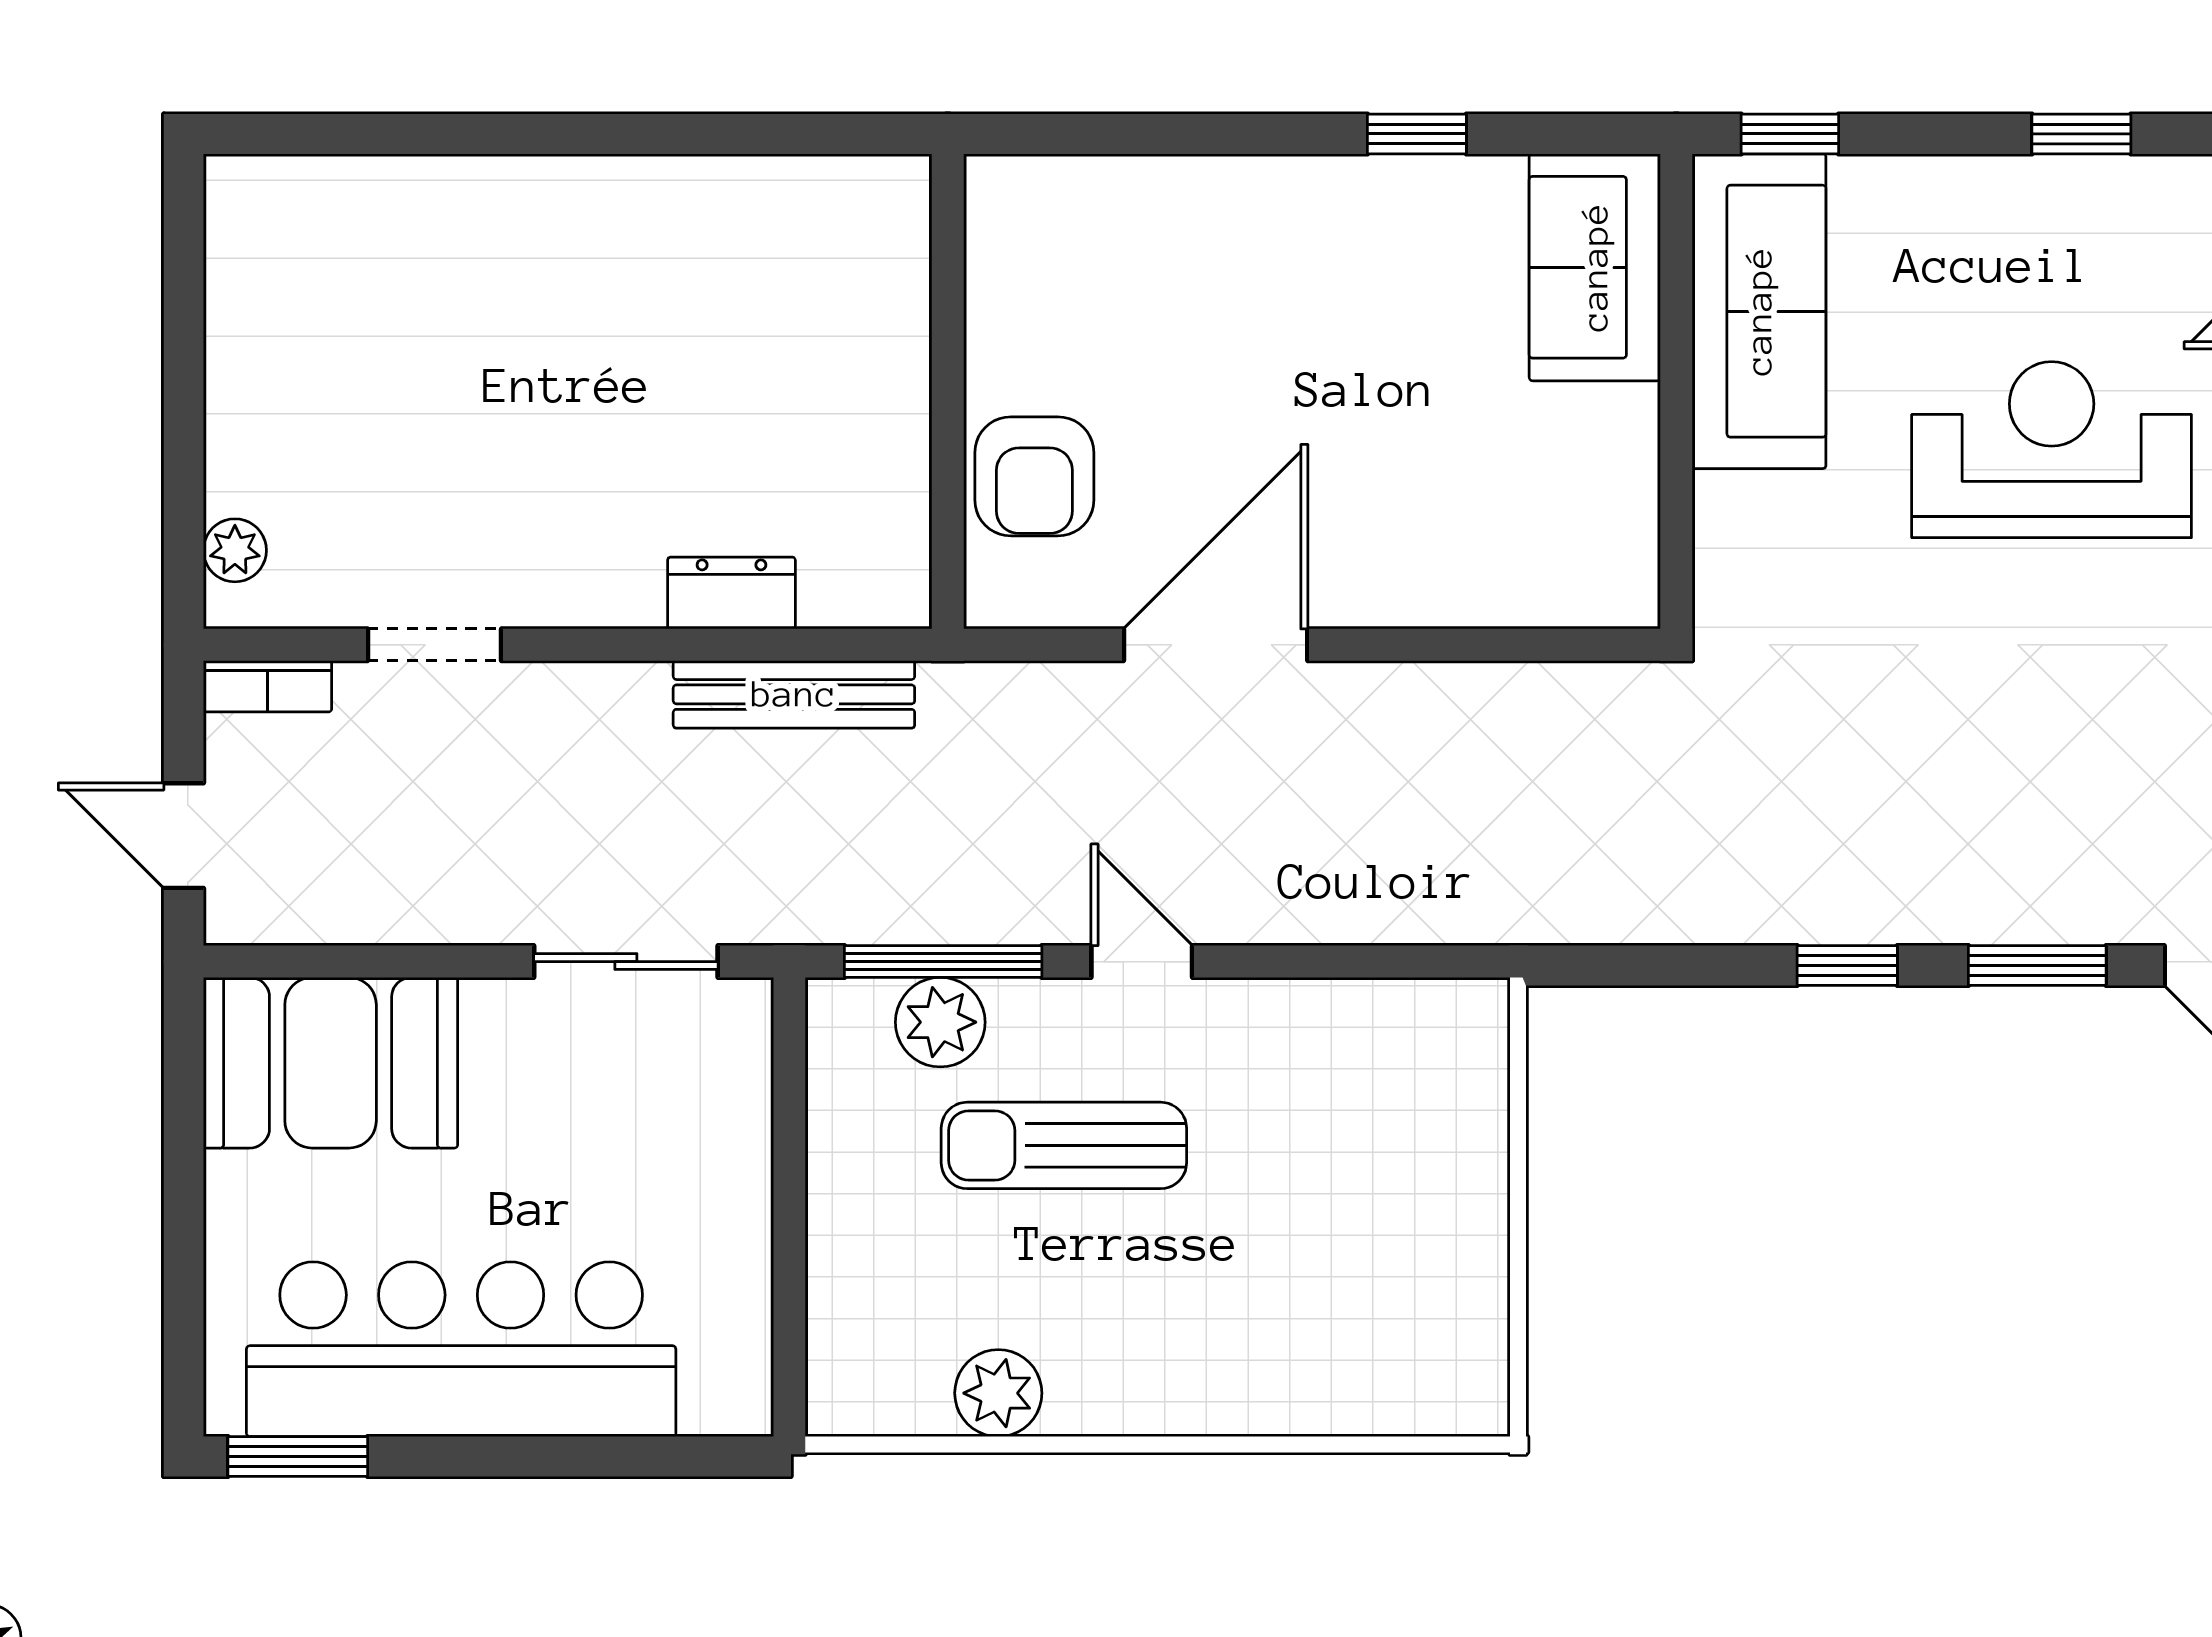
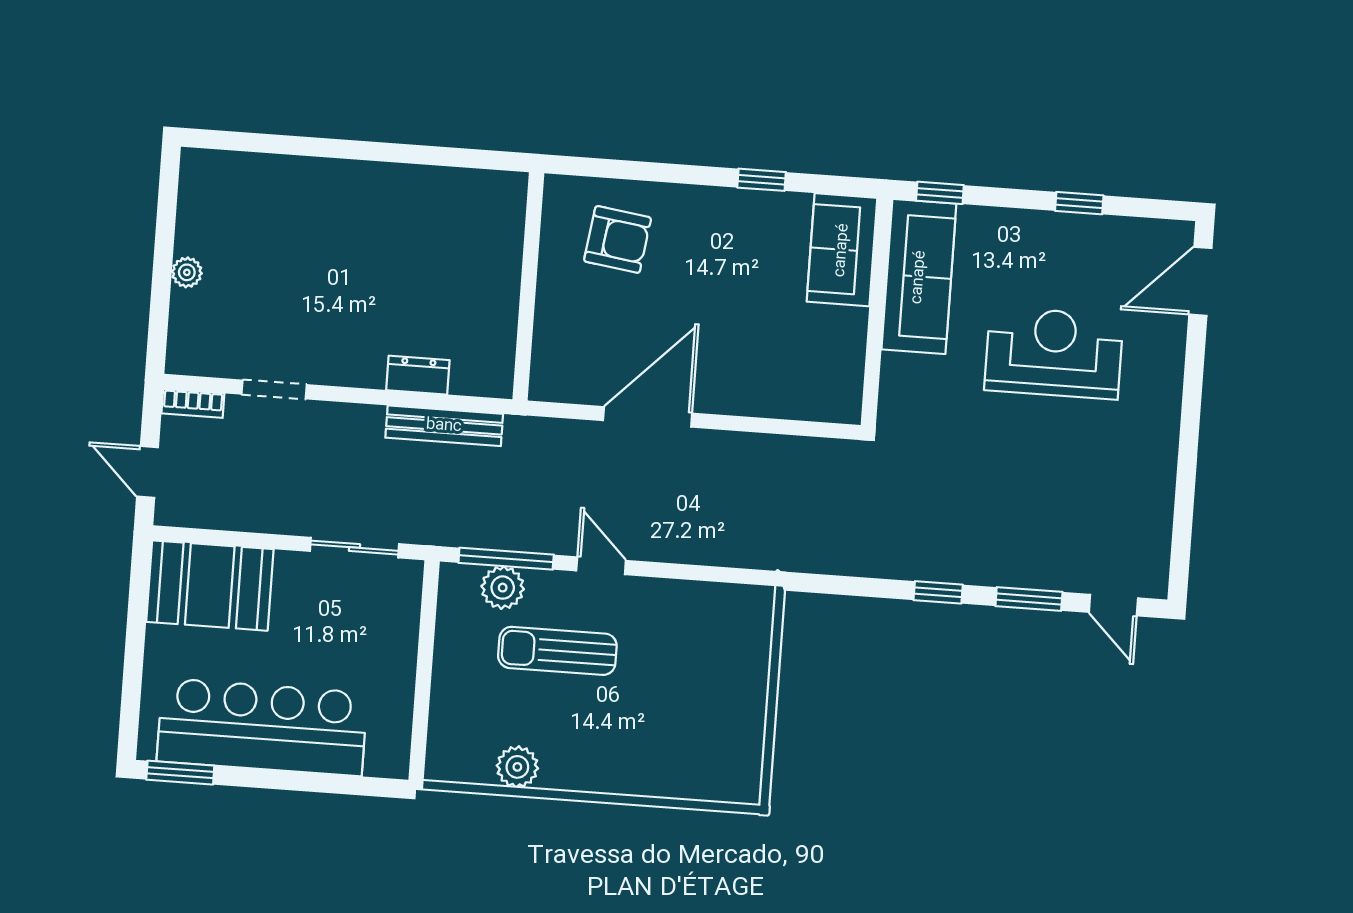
armchair: (1034, 476) -> (618, 239), moved, turned -82
plant: (235, 550) -> (187, 272), moved

